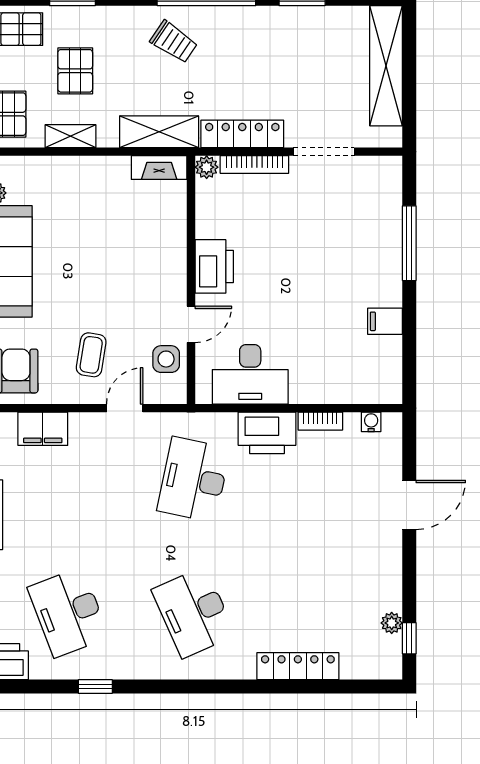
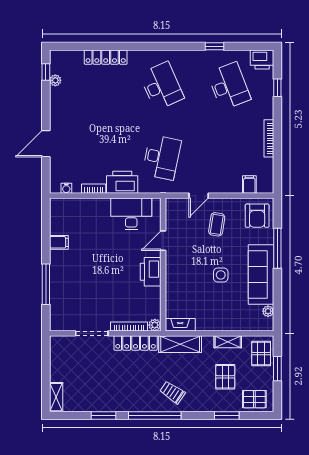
shelving: (386, 66) -> (56, 397), width x0.45, depth x0.75
side table: (166, 359) -> (221, 275), moved
filing cabinet: (43, 429) -> (249, 185), width x0.50

